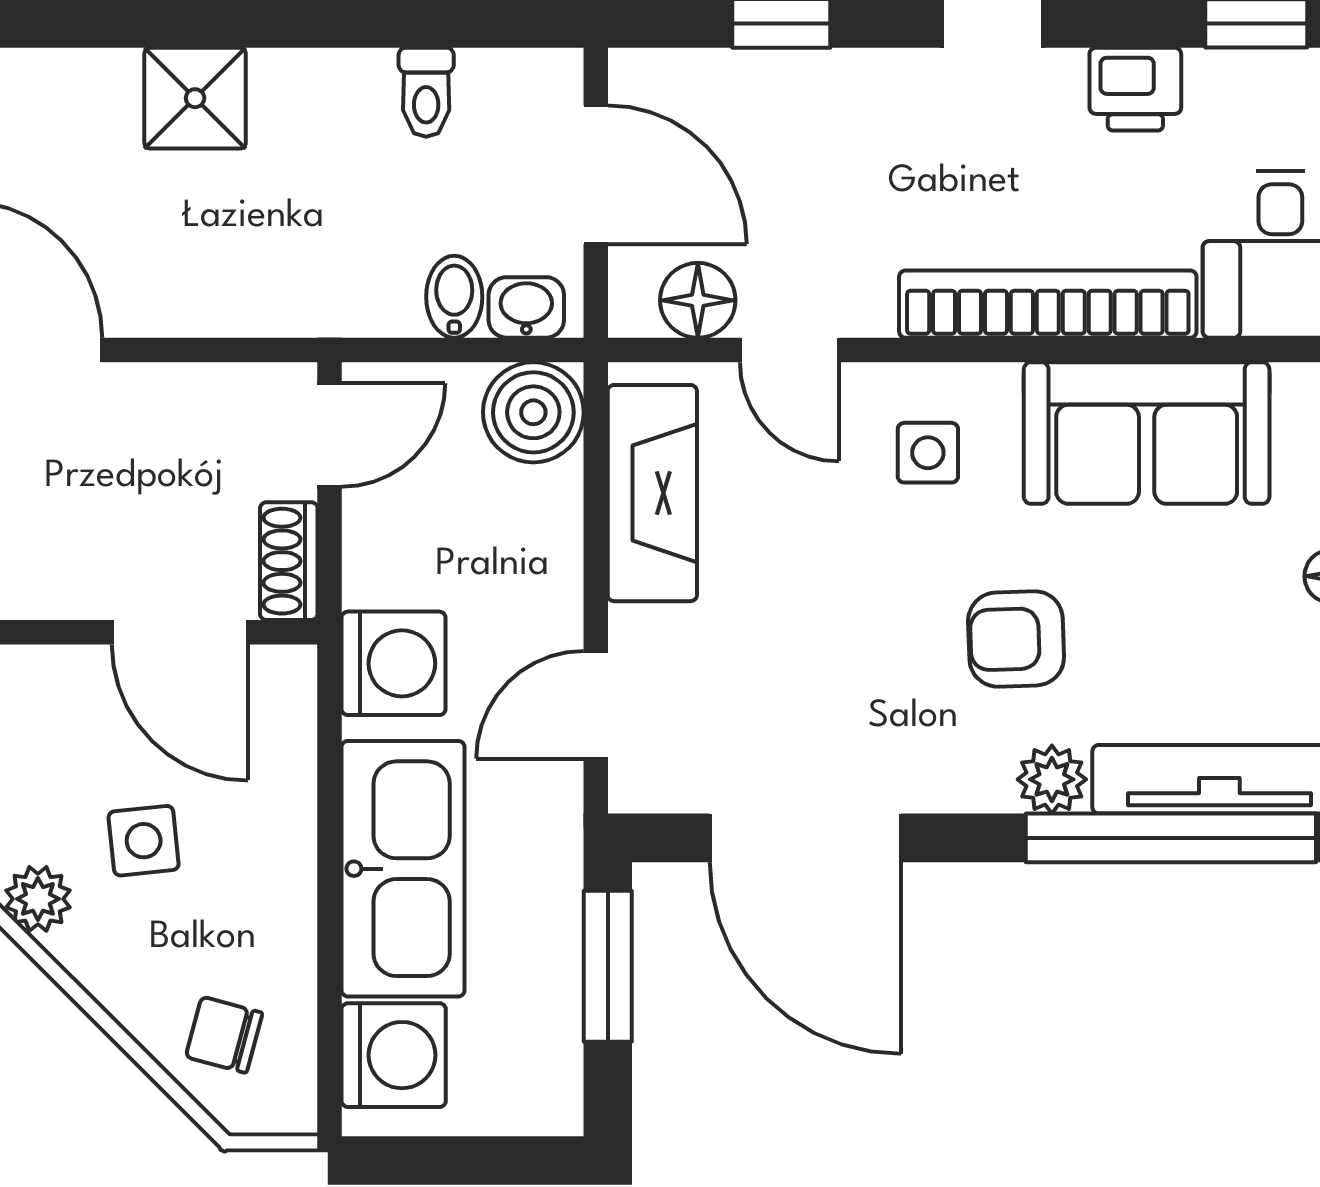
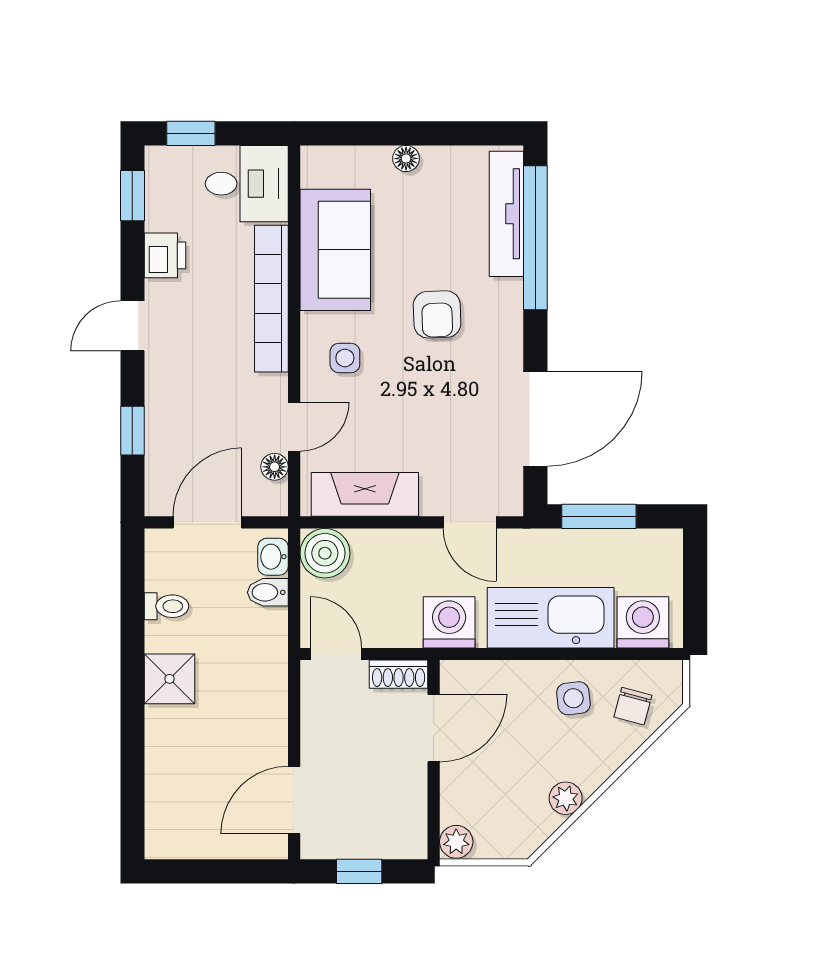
shower: (195, 98) -> (169, 679), moved
floor lamp: (698, 300) -> (275, 467), width x0.73, depth x0.73
plant: (1052, 779) -> (507, 297), removed
side table: (144, 841) -> (573, 698), moved

